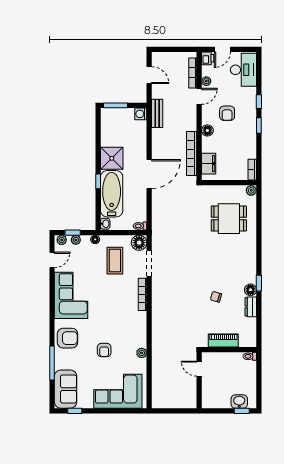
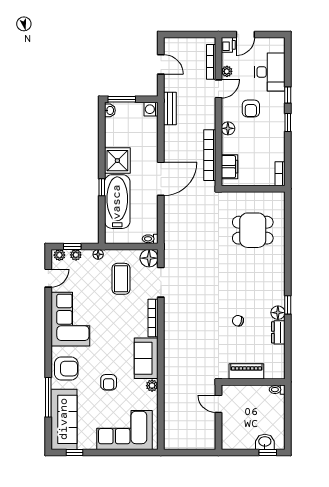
desk: (243, 70) -> (270, 72), moved
plant: (251, 190) -> (279, 198), removed
washbasin: (105, 224) -> (110, 110), moved
sofa: (137, 329) -> (146, 358), added
sofa: (66, 389) -> (64, 419), width x1.36

